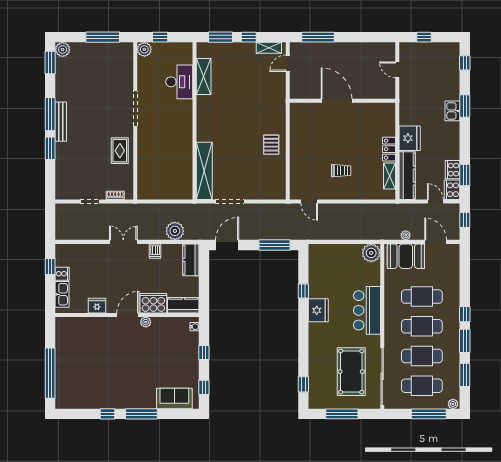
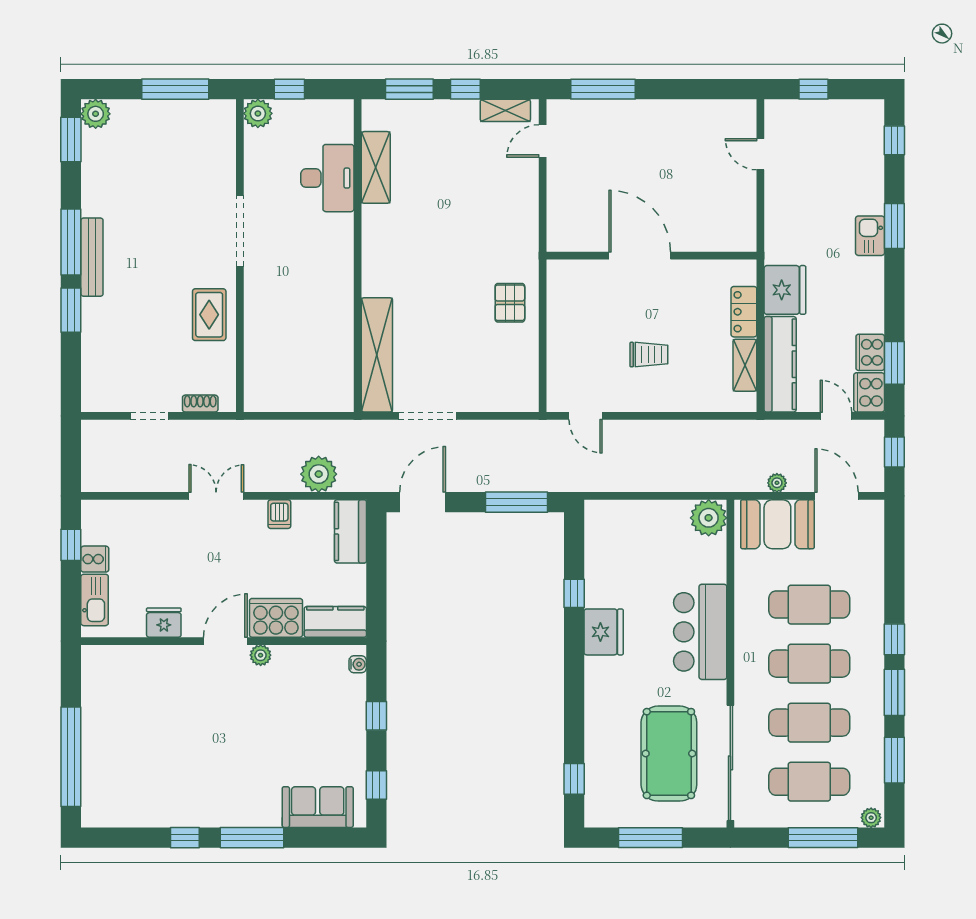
door: (337, 101) -> (640, 256), moved
wall: (342, 101) -> (652, 256), moved

